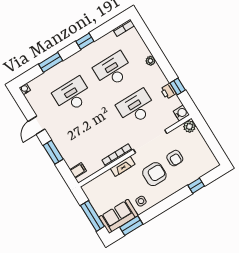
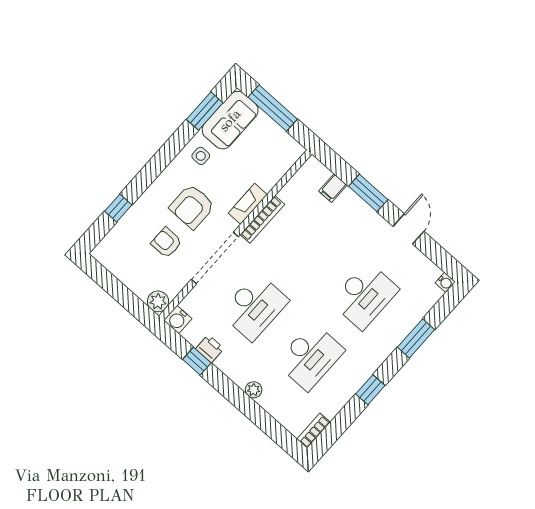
filing cabinet: (78, 170) -> (333, 188), moved

